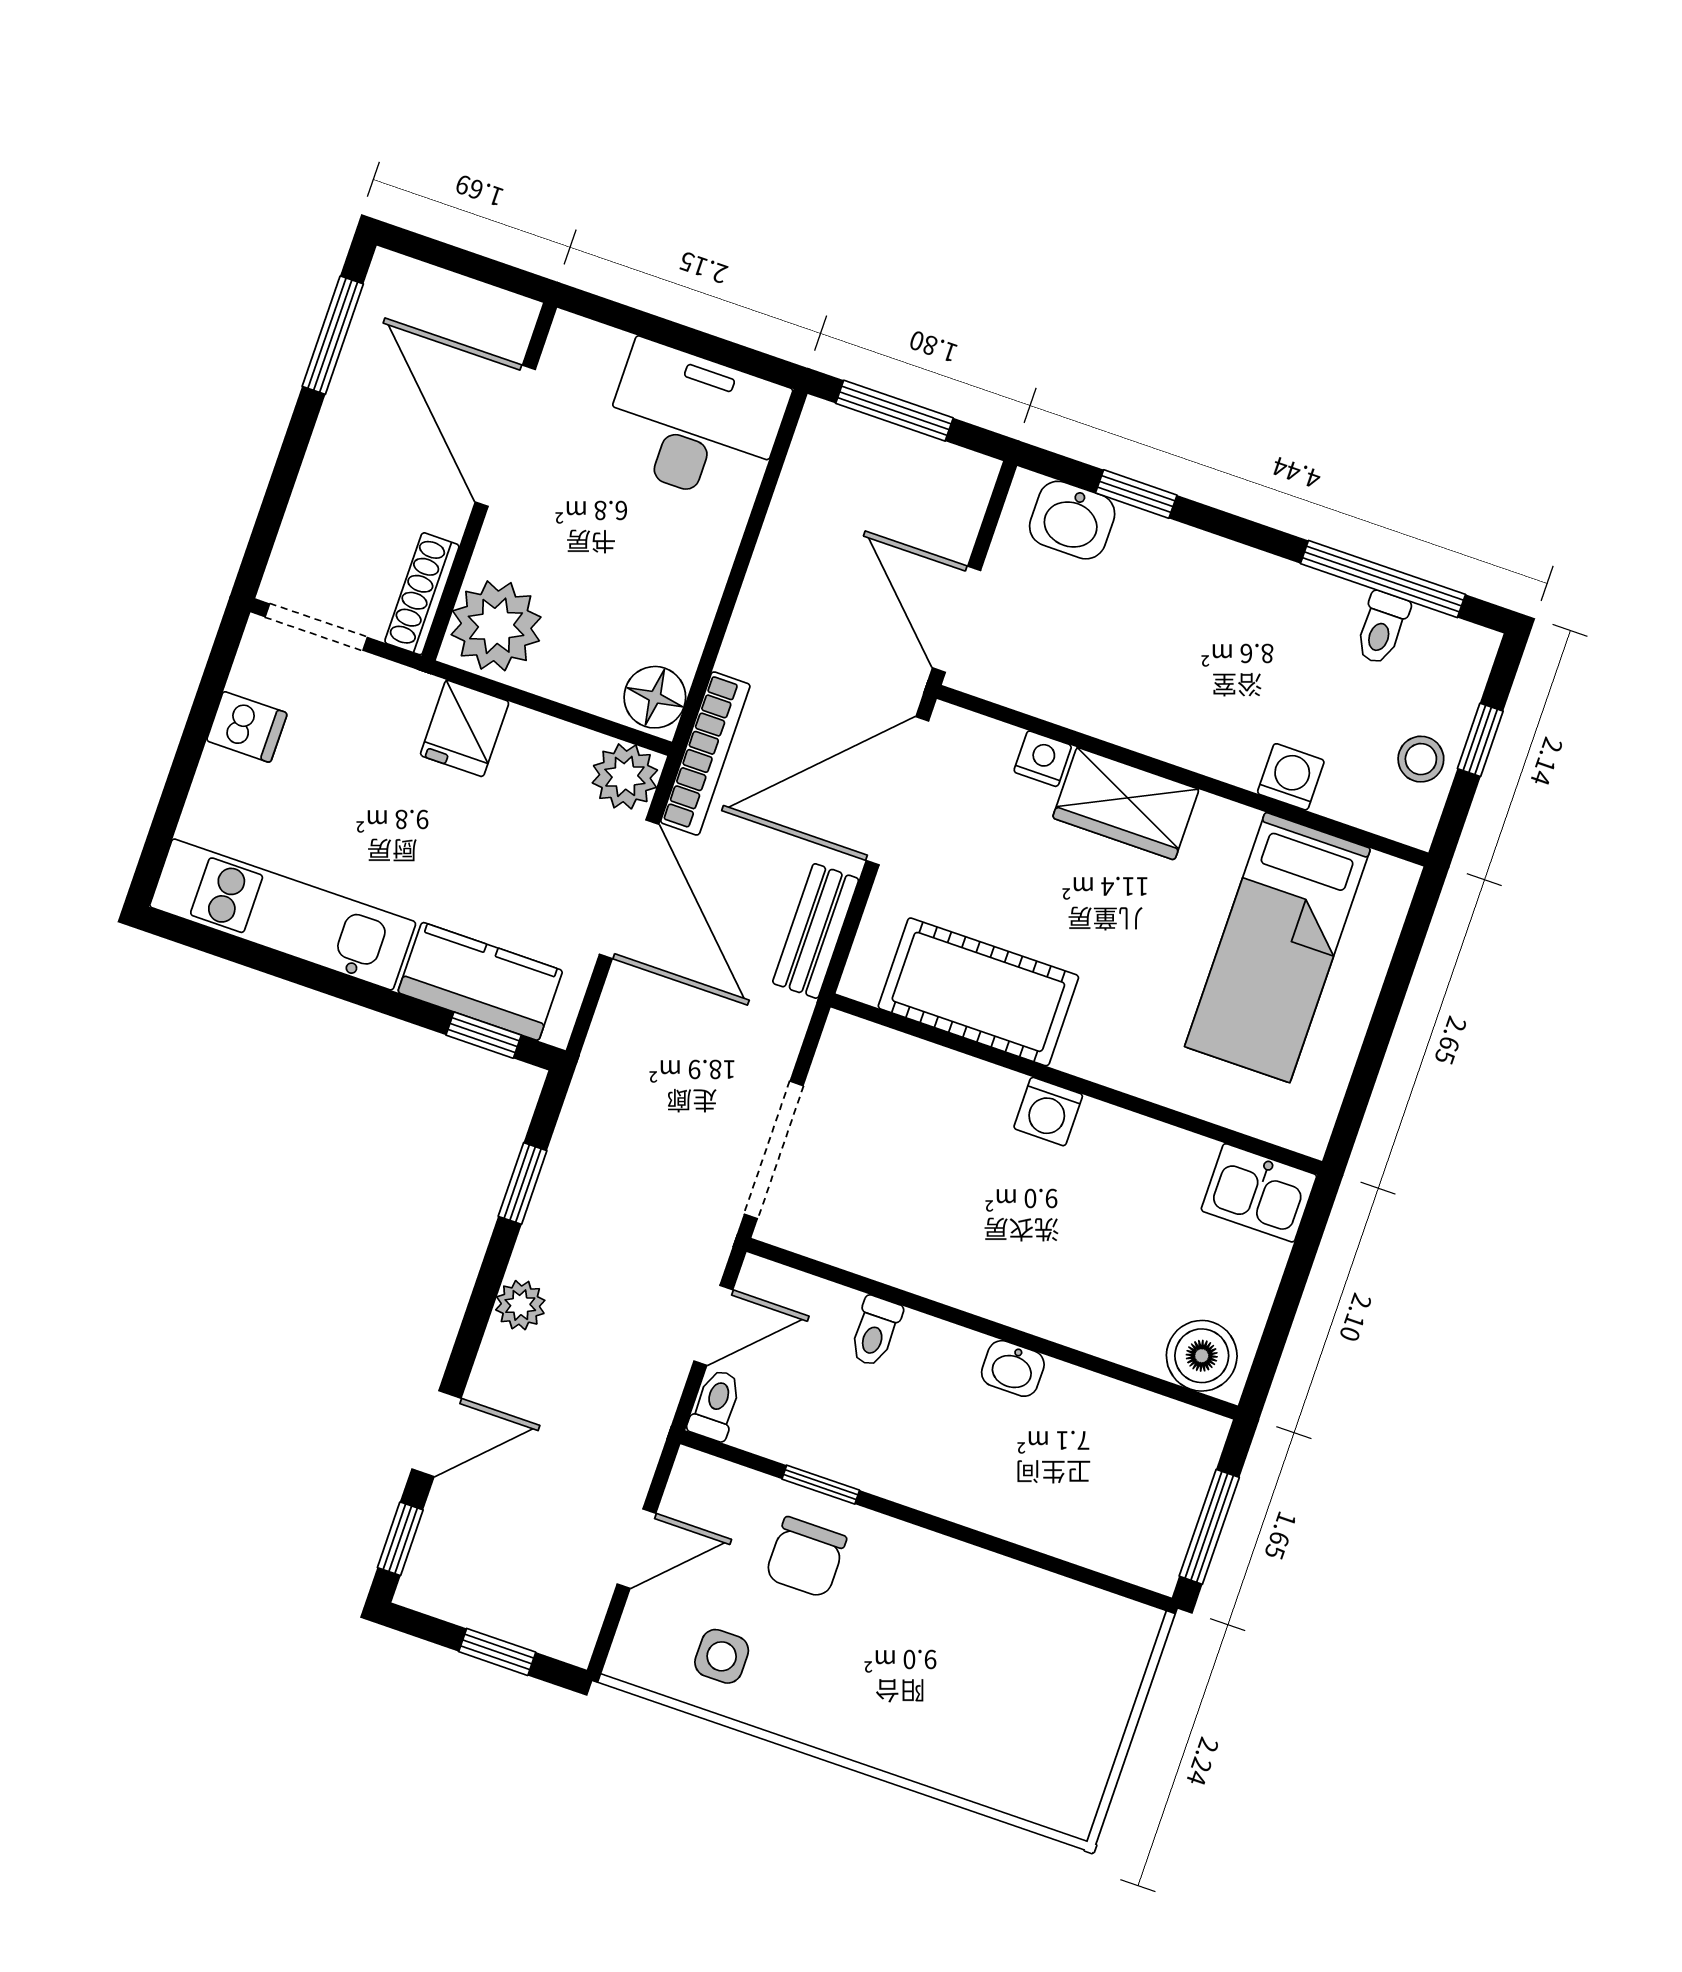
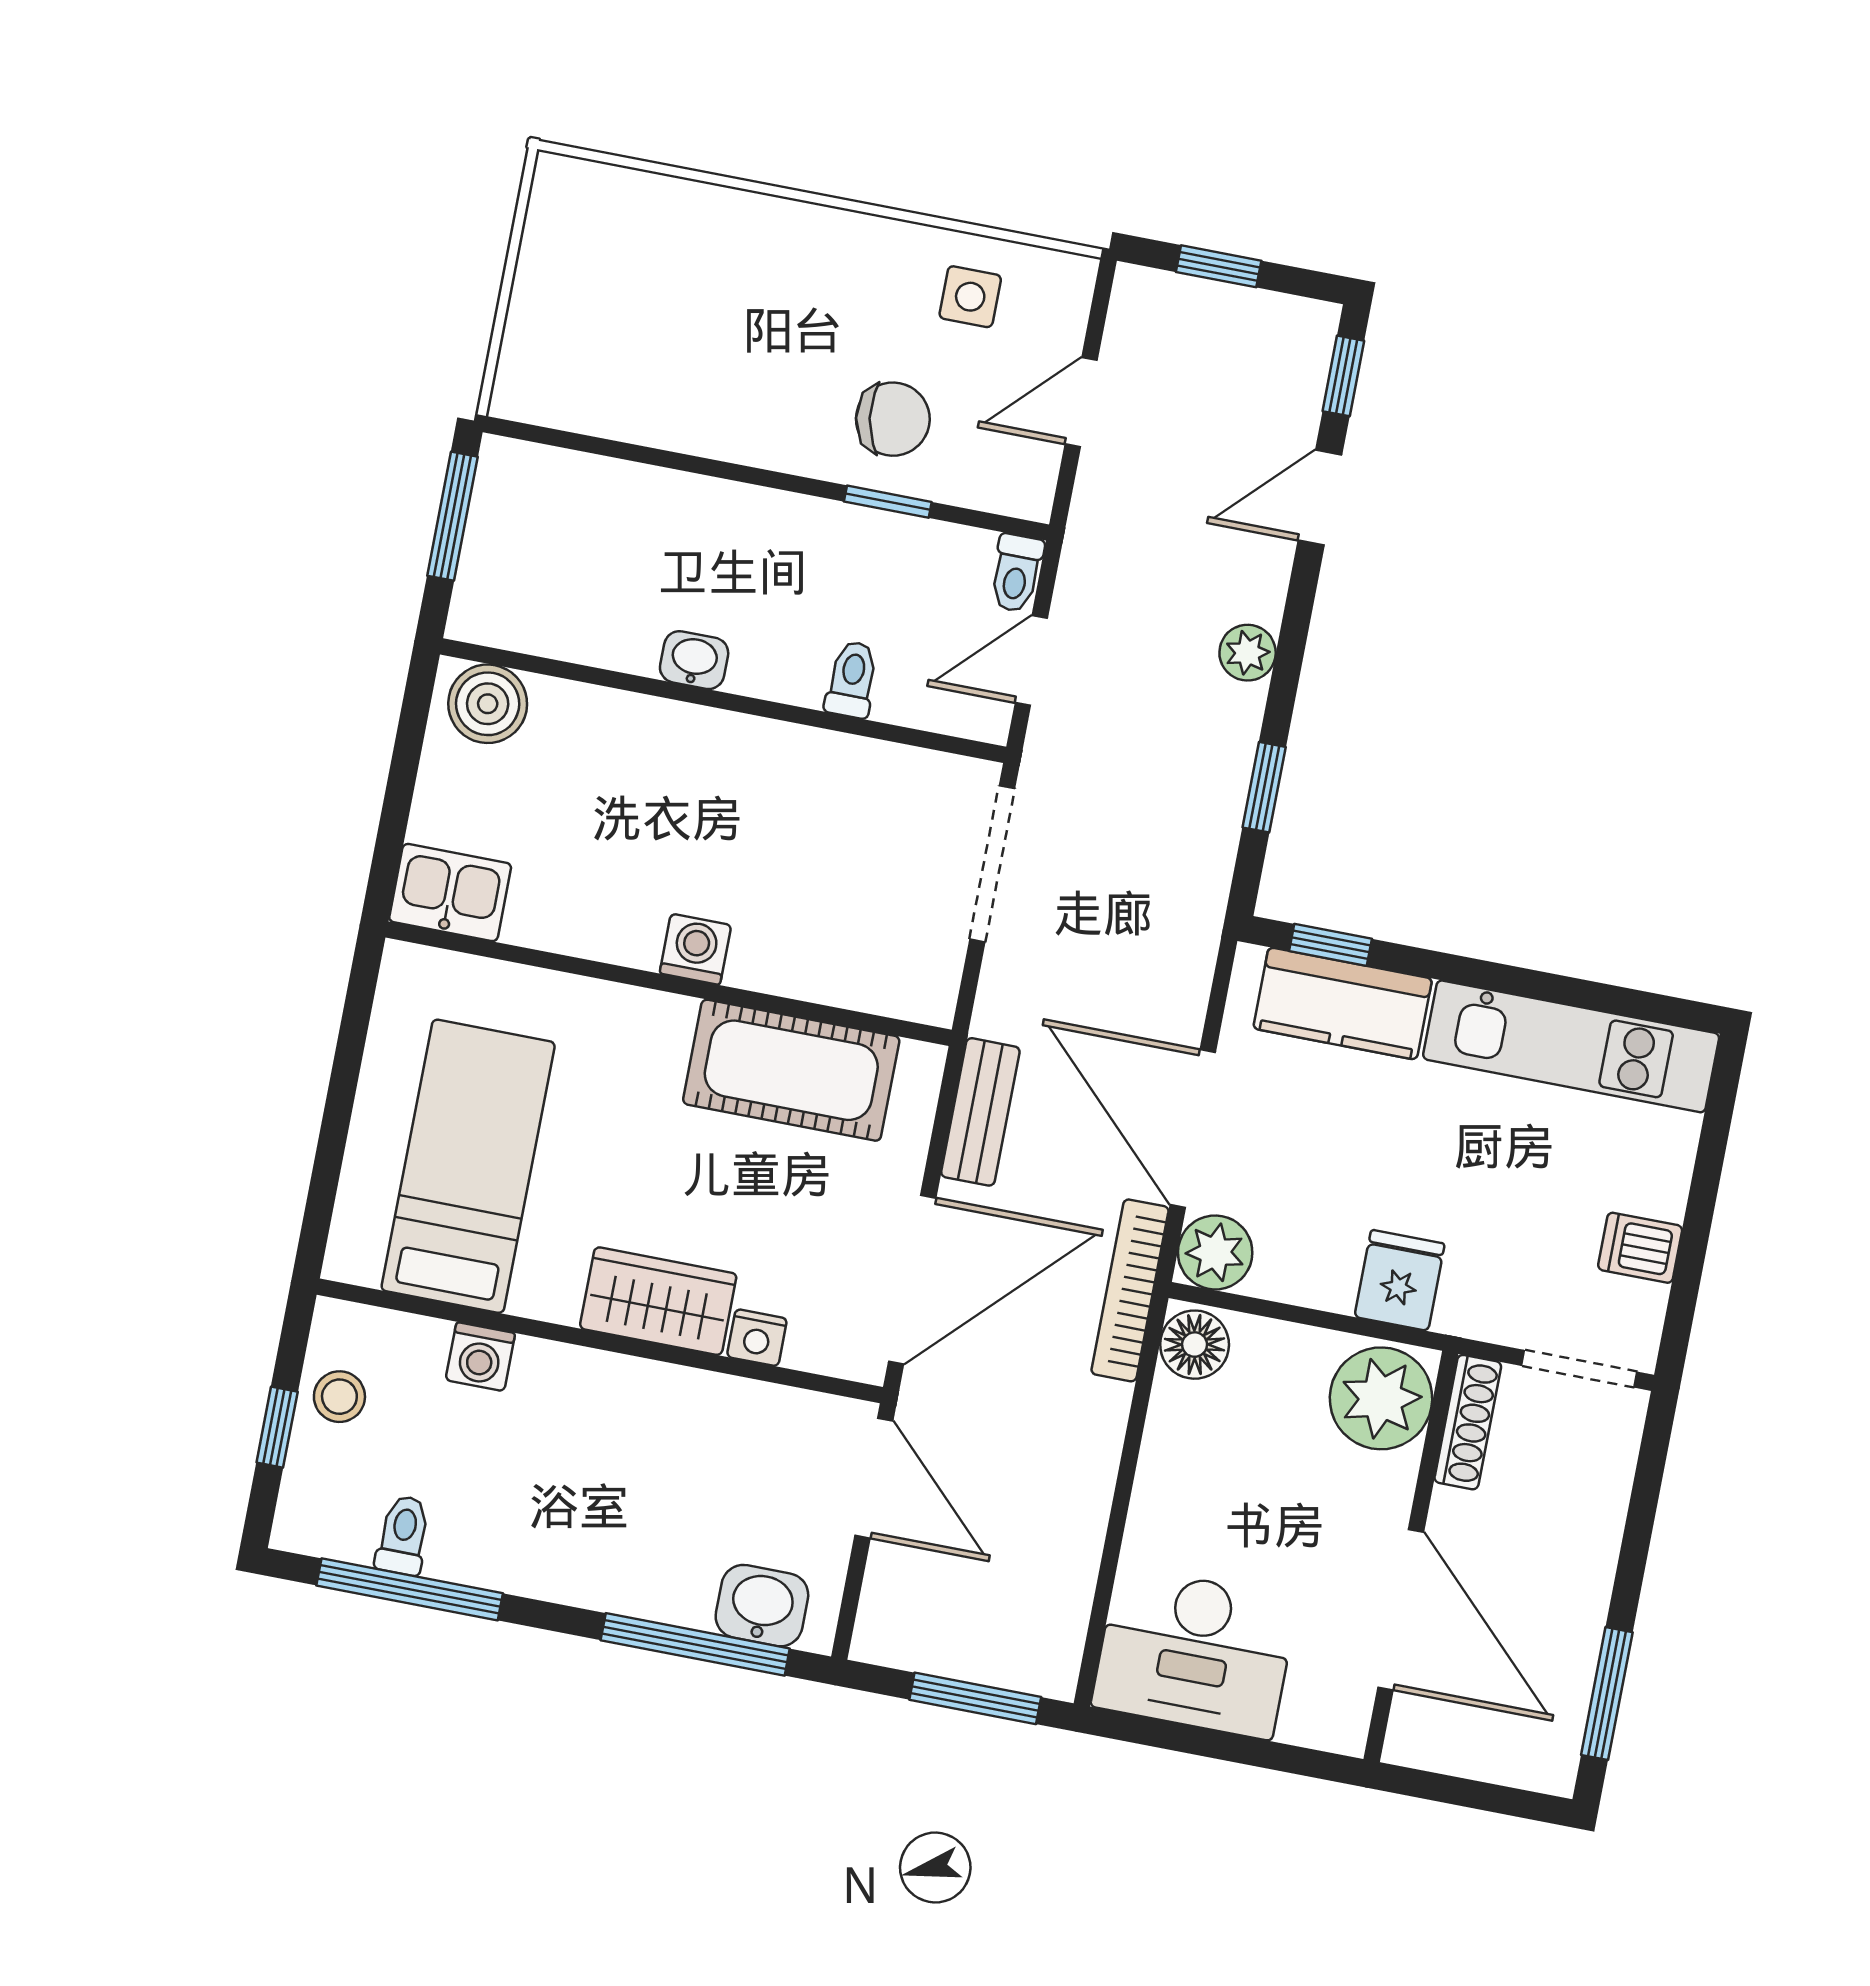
window: (1136, 494) -> (695, 1644), width x2.17
chair: (806, 1557) -> (893, 419), turned 81

